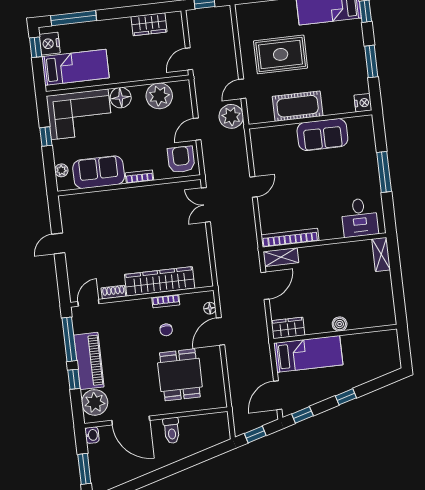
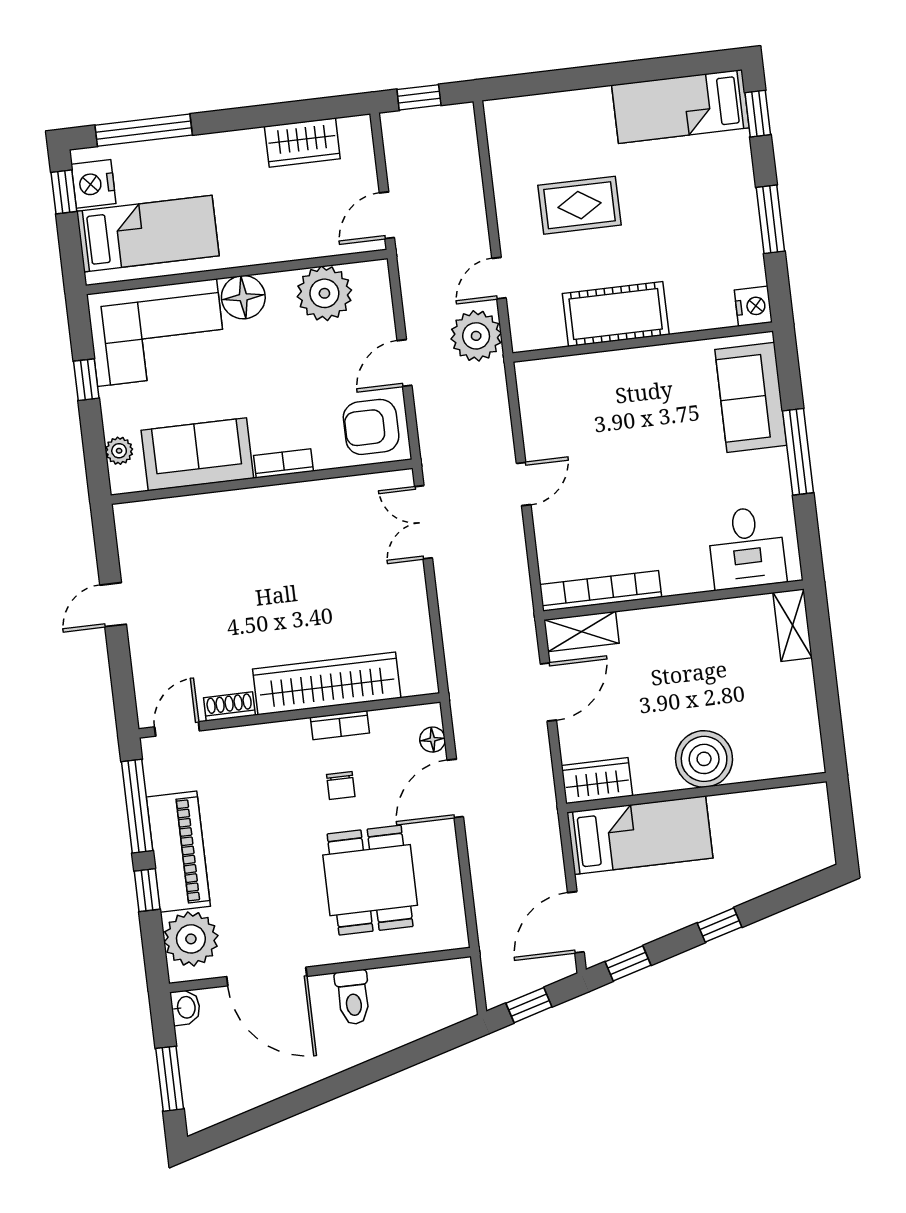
rug: (281, 54) -> (580, 205), width x0.73, depth x0.70
sofa: (322, 135) -> (751, 397), moved, turned 90
armchair: (181, 160) -> (371, 427), turned -90
boiler: (340, 324) -> (704, 759), width x1.86, depth x1.86

